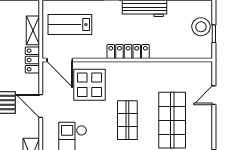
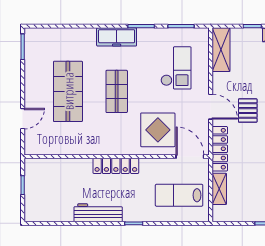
lab bench: (70, 25) -> (179, 195), turned 180
stool: (201, 27) -> (37, 193), removed
locker: (32, 60) -> (220, 149), width x1.53

